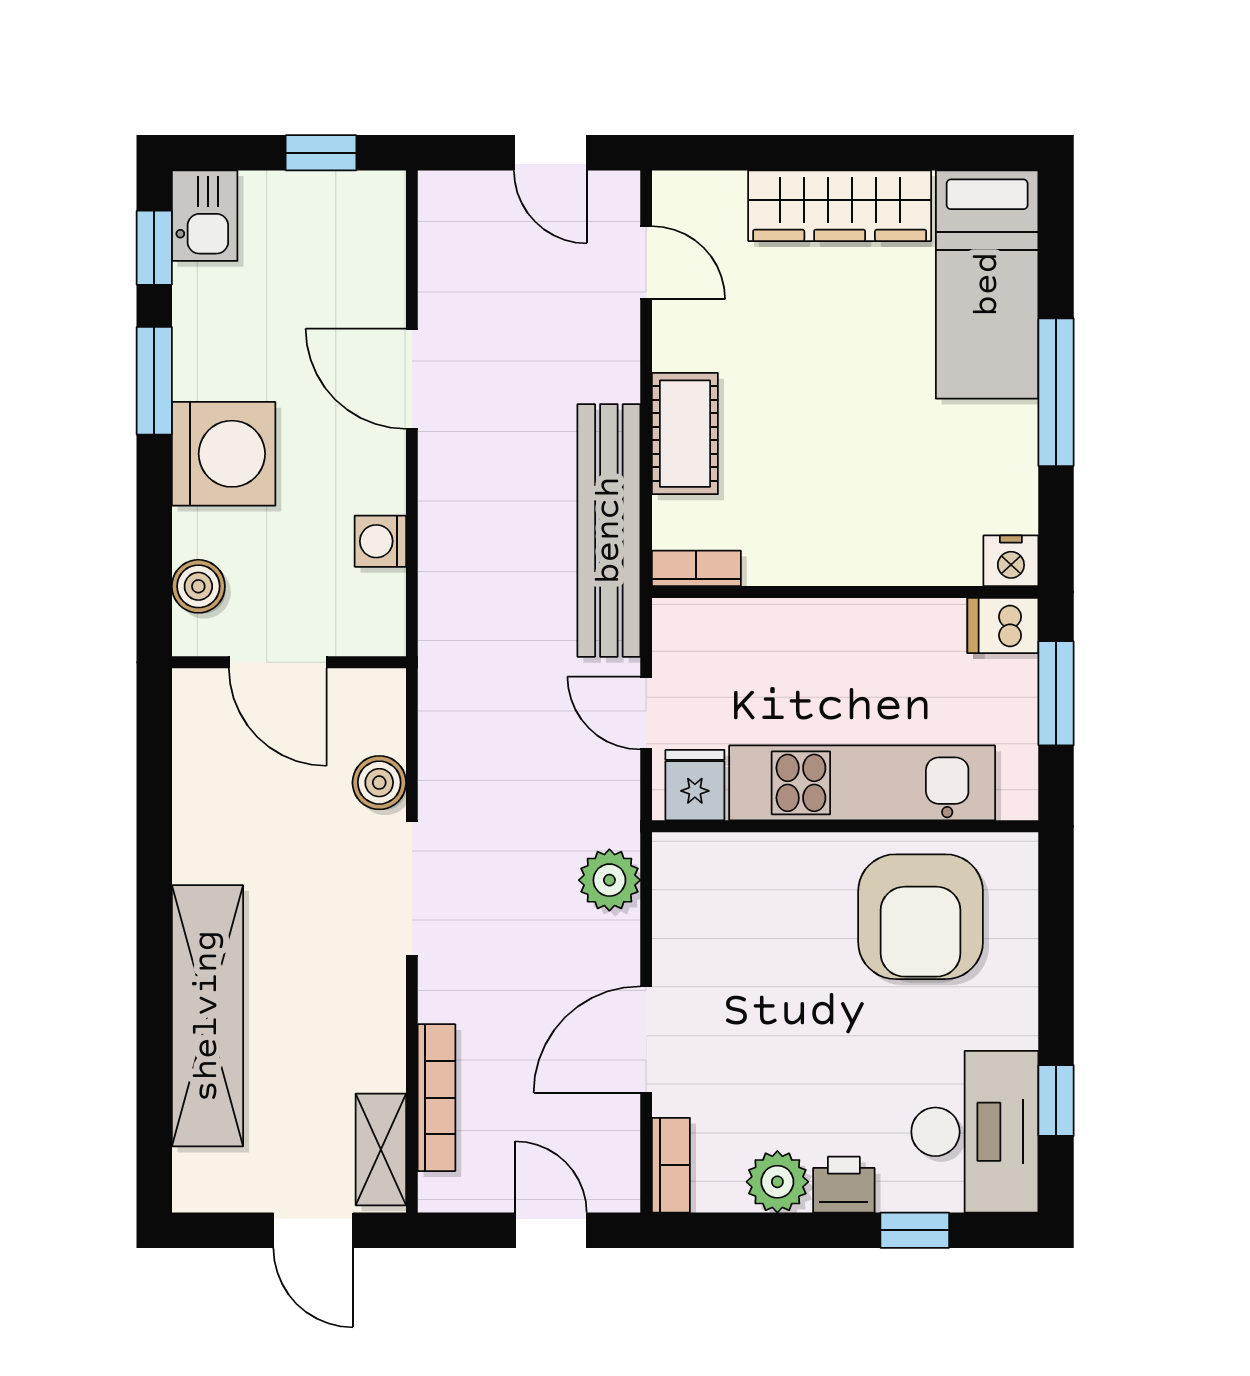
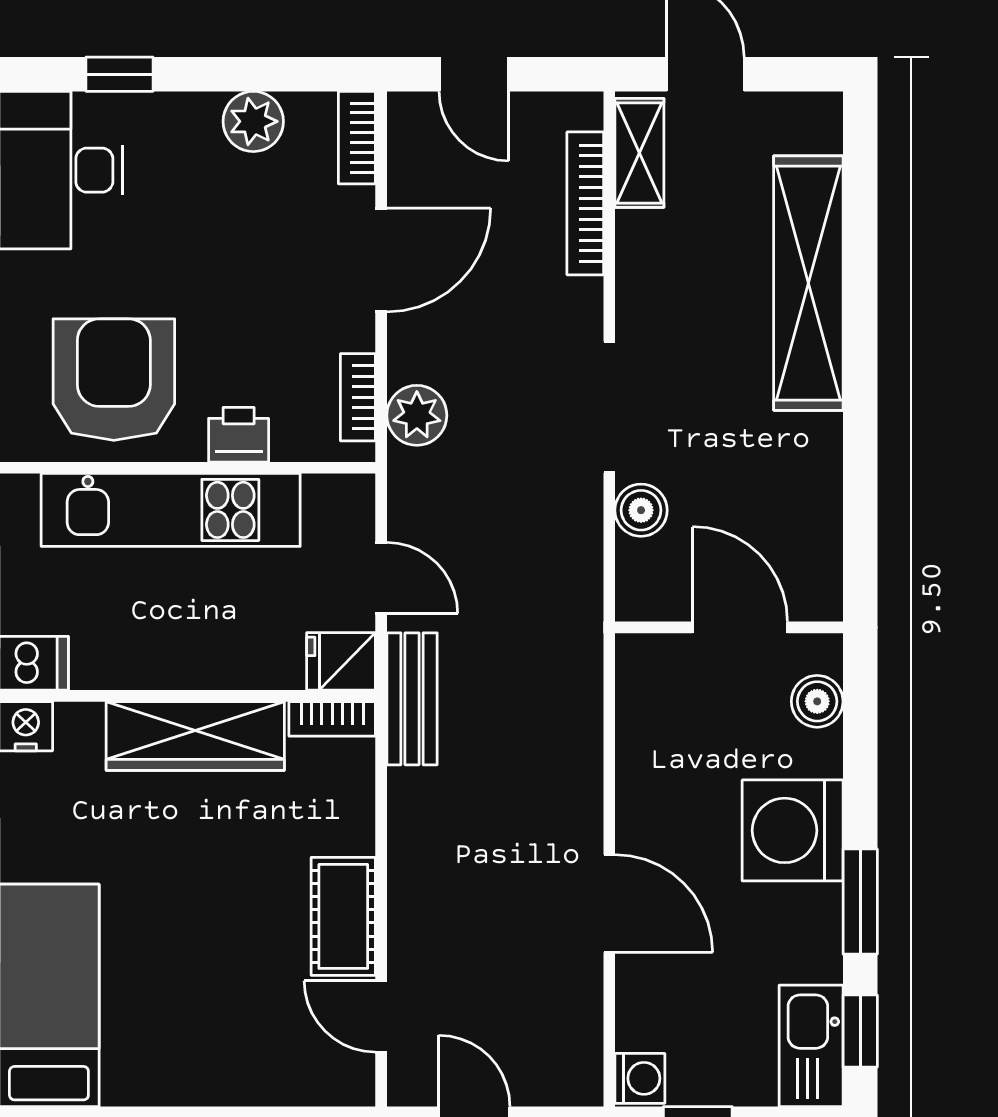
wardrobe: (840, 206) -> (195, 736), moved, turned 180
kitchen sink: (205, 216) -> (811, 1046), width x1.38
cot: (685, 434) -> (343, 916), moved
bench: (609, 530) -> (412, 699), width x0.54, depth x0.82
washing machine: (380, 541) -> (640, 1078), moved
fridge: (695, 785) -> (341, 661), moved, turned 90
bookcase: (670, 899) -> (358, 397), added
printer: (844, 1185) -> (239, 435), moved, turned 180

